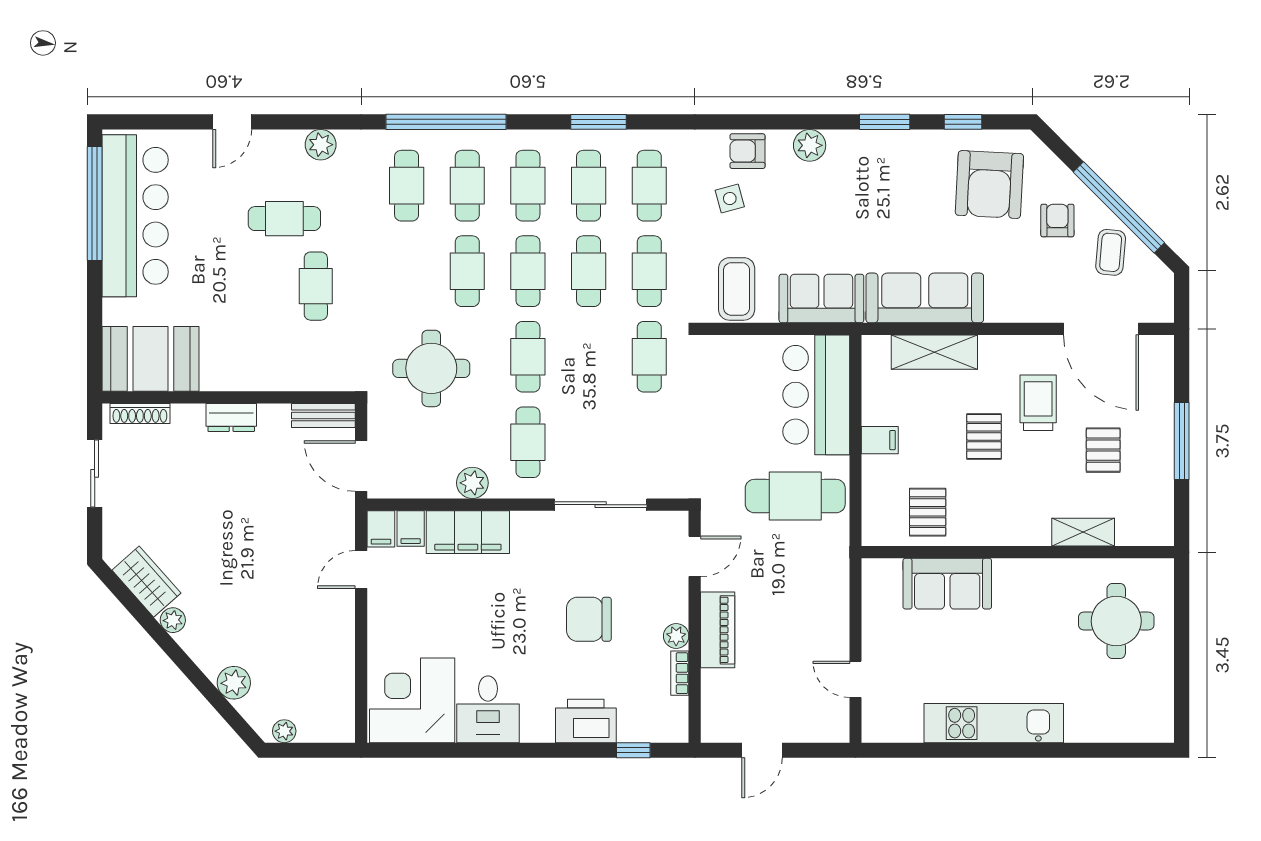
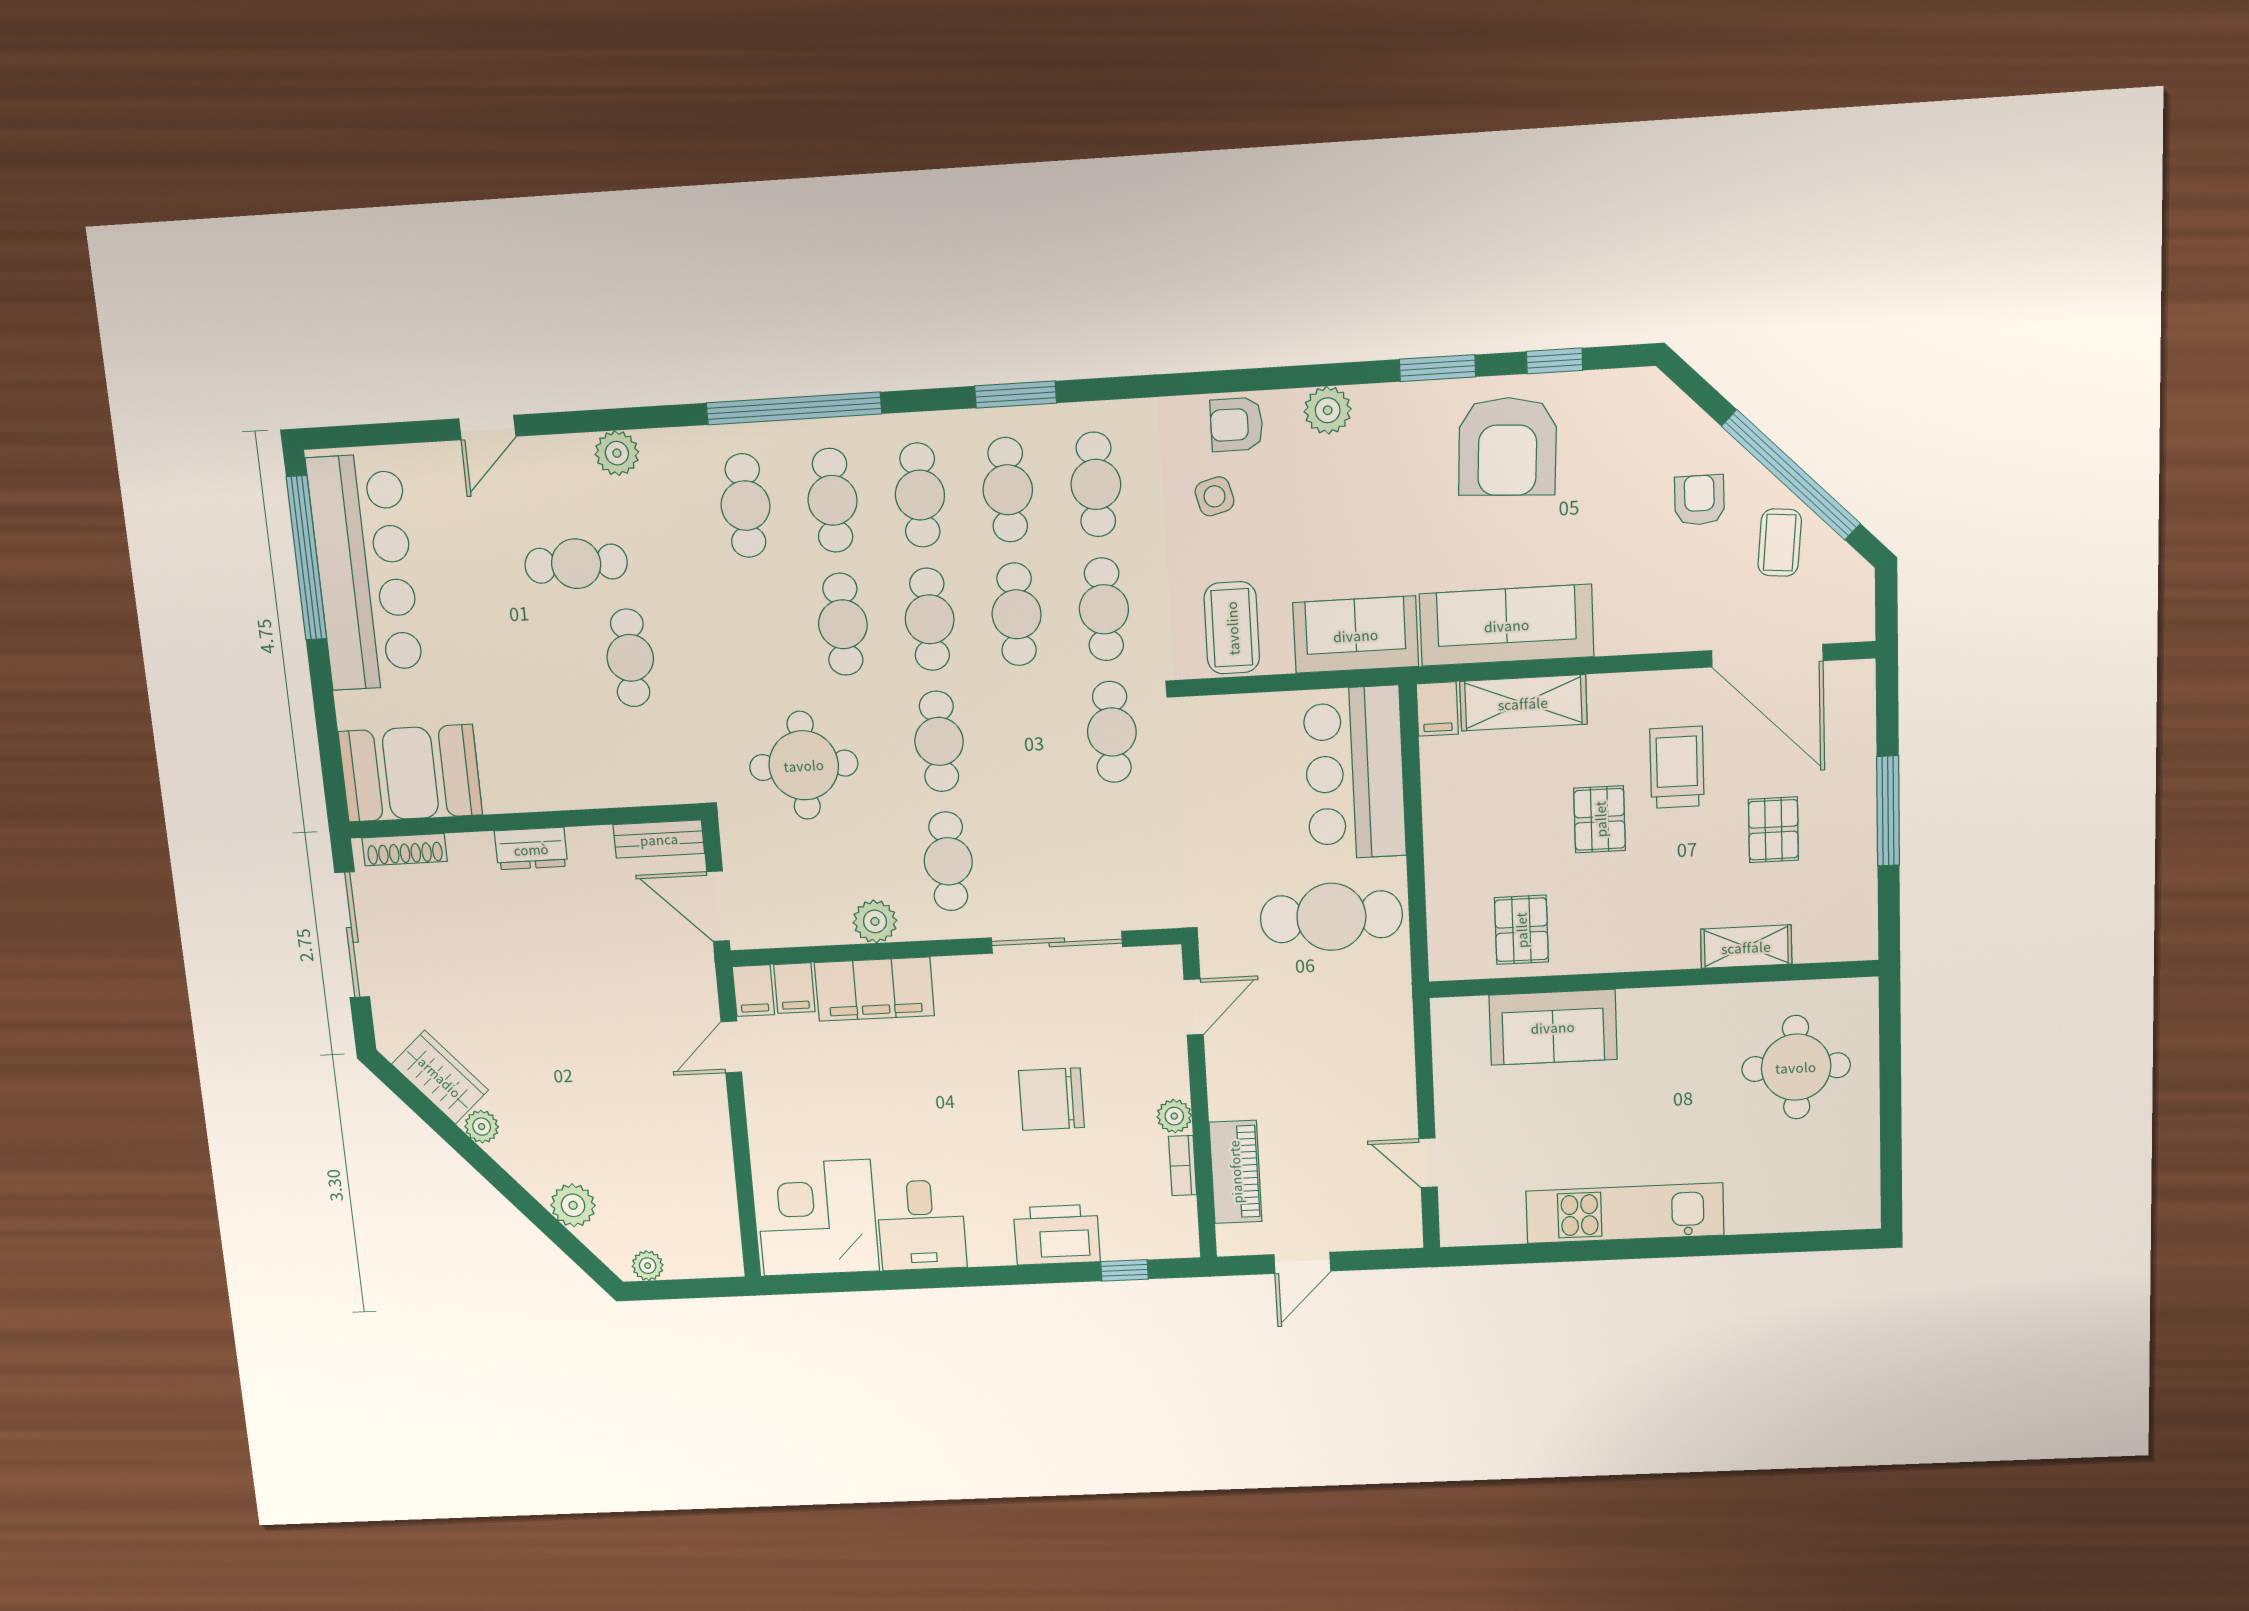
armchair: (989, 184) -> (1507, 447), moved
filing cabinet: (880, 440) -> (1437, 709), moved, turned 90
sliding door: (95, 473) -> (352, 935), width x1.37
piano: (718, 630) -> (1235, 1172), moved

